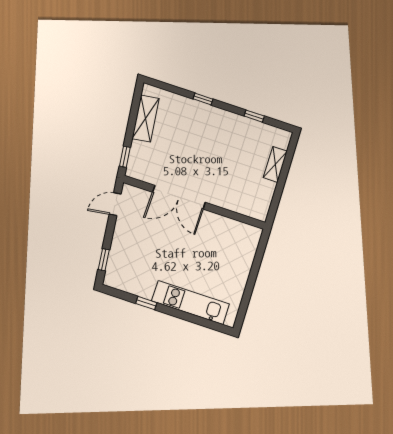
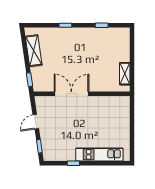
shelving: (275, 164) -> (125, 74), moved
double door: (179, 197) -> (71, 94), swing flipped
door: (115, 204) -> (36, 122), moved

